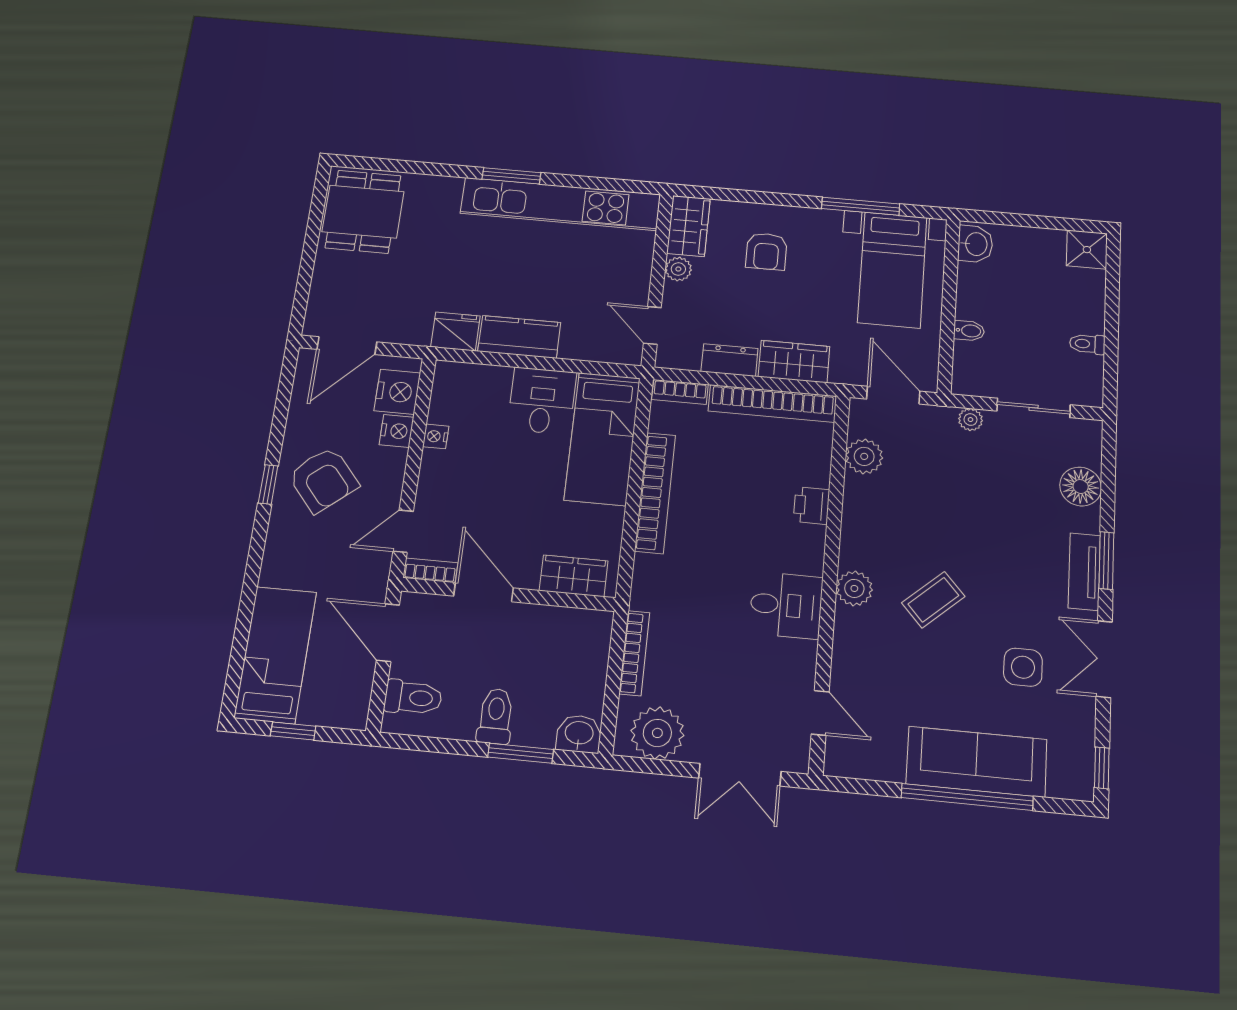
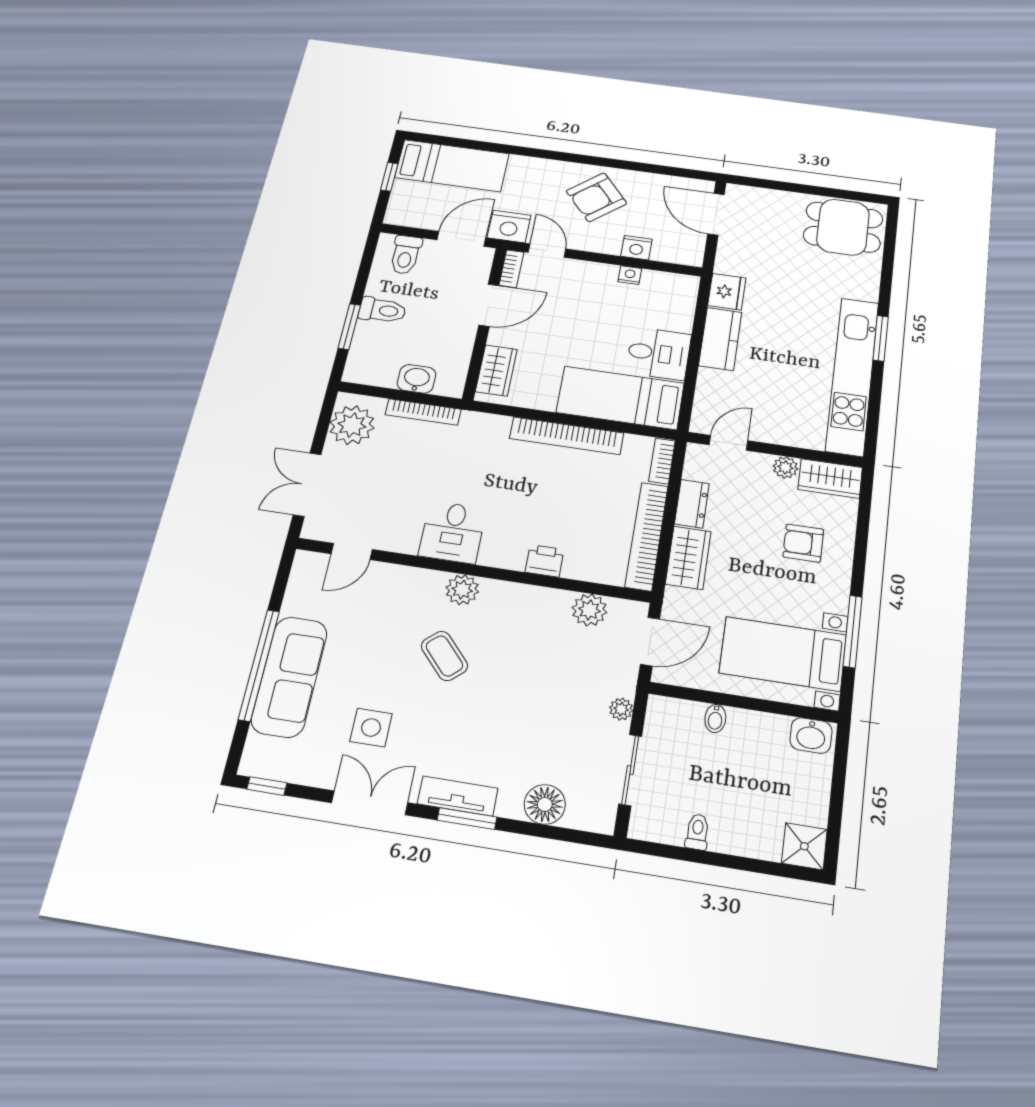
nightstand: (397, 392) -> (509, 226), moved
window: (268, 484) -> (595, 161), removed
washbasin: (579, 734) -> (416, 379), moved, turned -90

